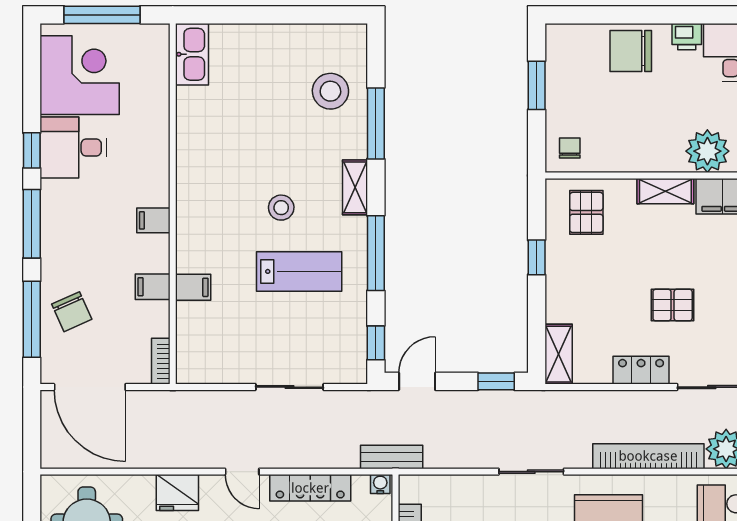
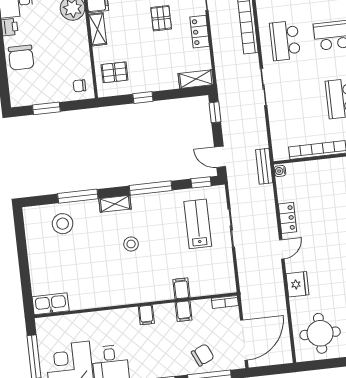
lab bench: (299, 271) -> (198, 224), moved
locker: (310, 488) -> (287, 218), width x0.66

